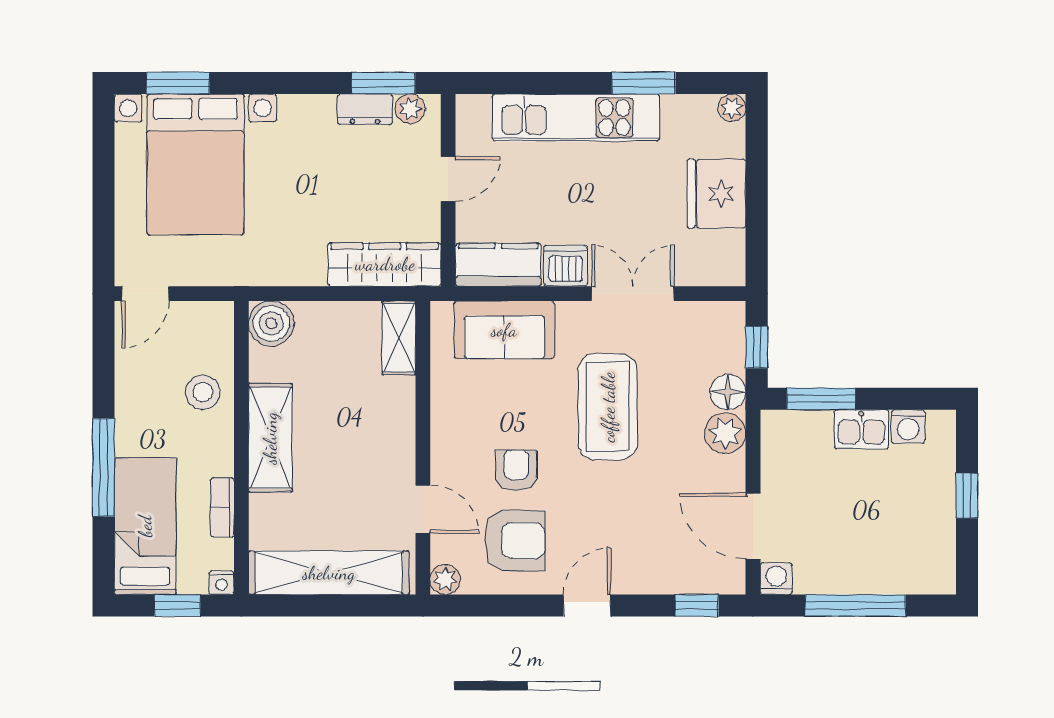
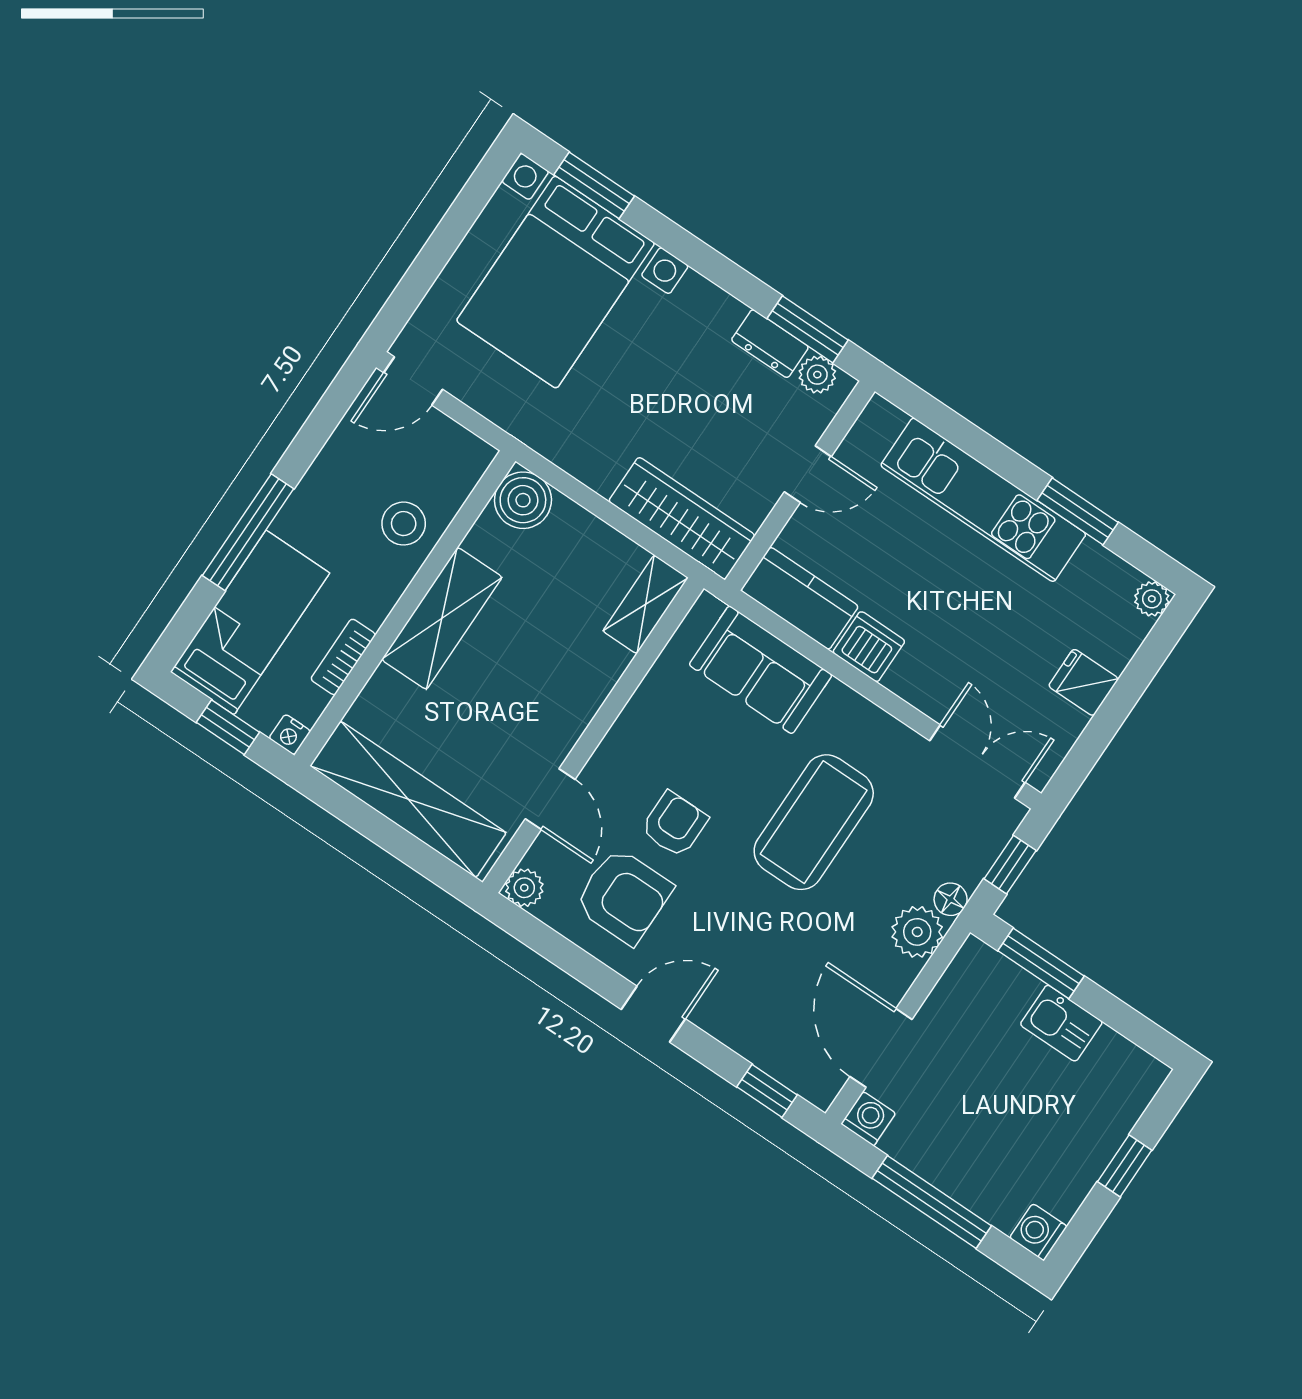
fridge: (716, 194) -> (1083, 682), width x0.53, depth x0.75
double door: (633, 294) -> (977, 762), moved
floor lamp: (728, 392) -> (951, 899), width x0.73, depth x0.73
washing machine: (908, 426) -> (1038, 1232), moved, turned 90

